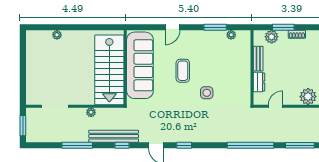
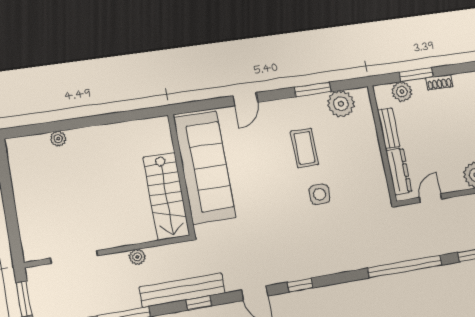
plant: (231, 35) -> (341, 104), width x1.88, depth x1.88
stairs: (109, 70) -> (166, 196), width x0.73, depth x0.66
coffee table: (183, 71) -> (305, 148), moved
dresser: (259, 82) -> (399, 171), width x1.44

